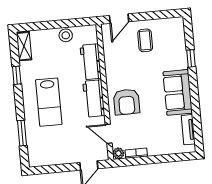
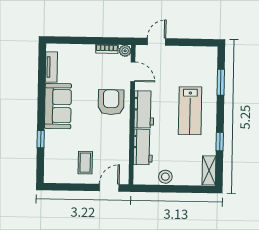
lab bench: (49, 102) -> (190, 111), turned 180

